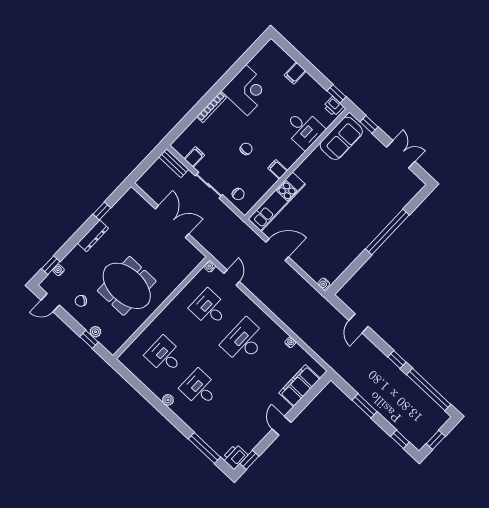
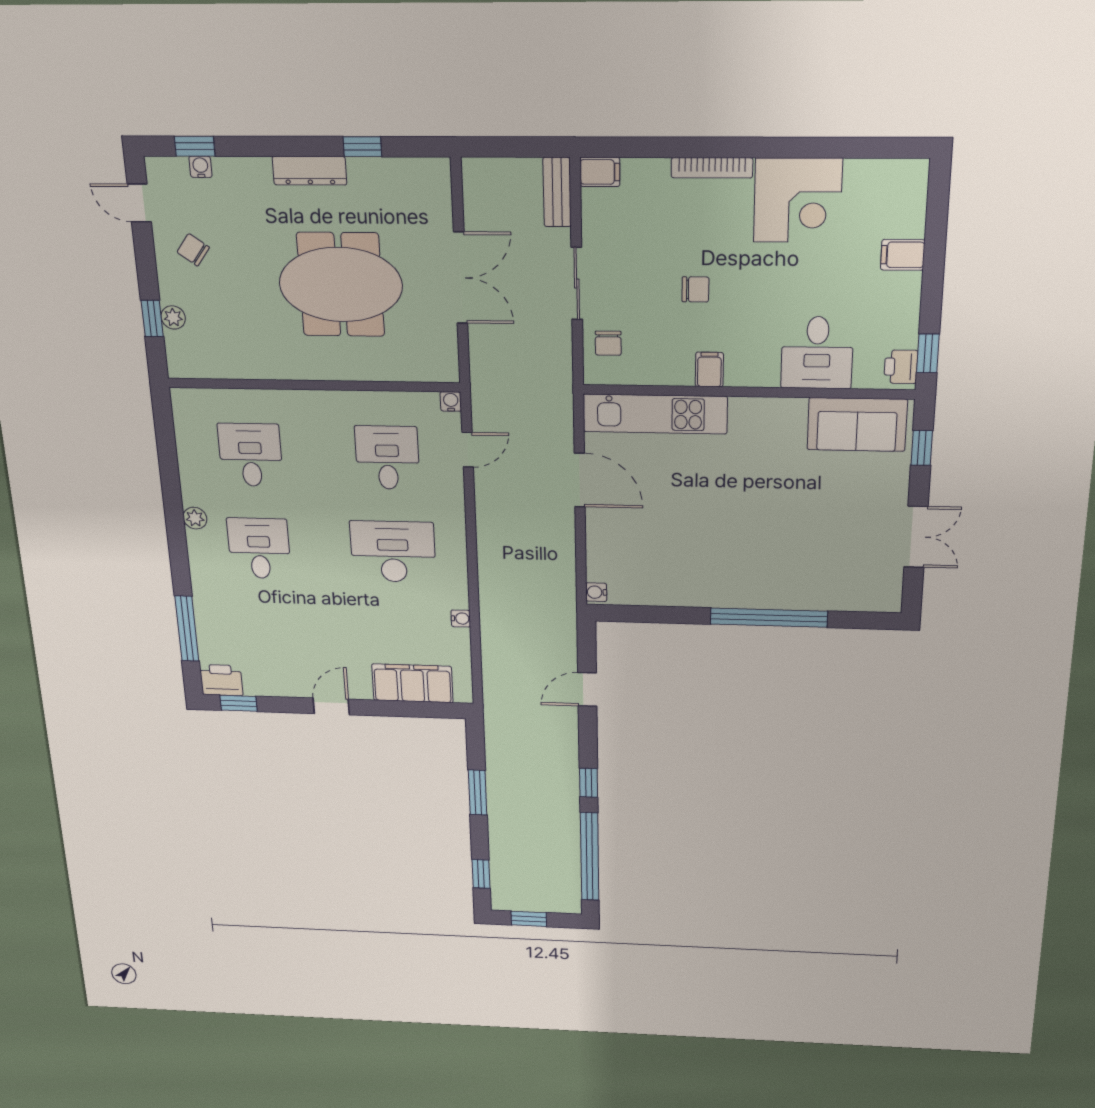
filing cabinet: (194, 157) -> (600, 172), moved
meeting table: (127, 286) -> (341, 285), moved, turned 90

